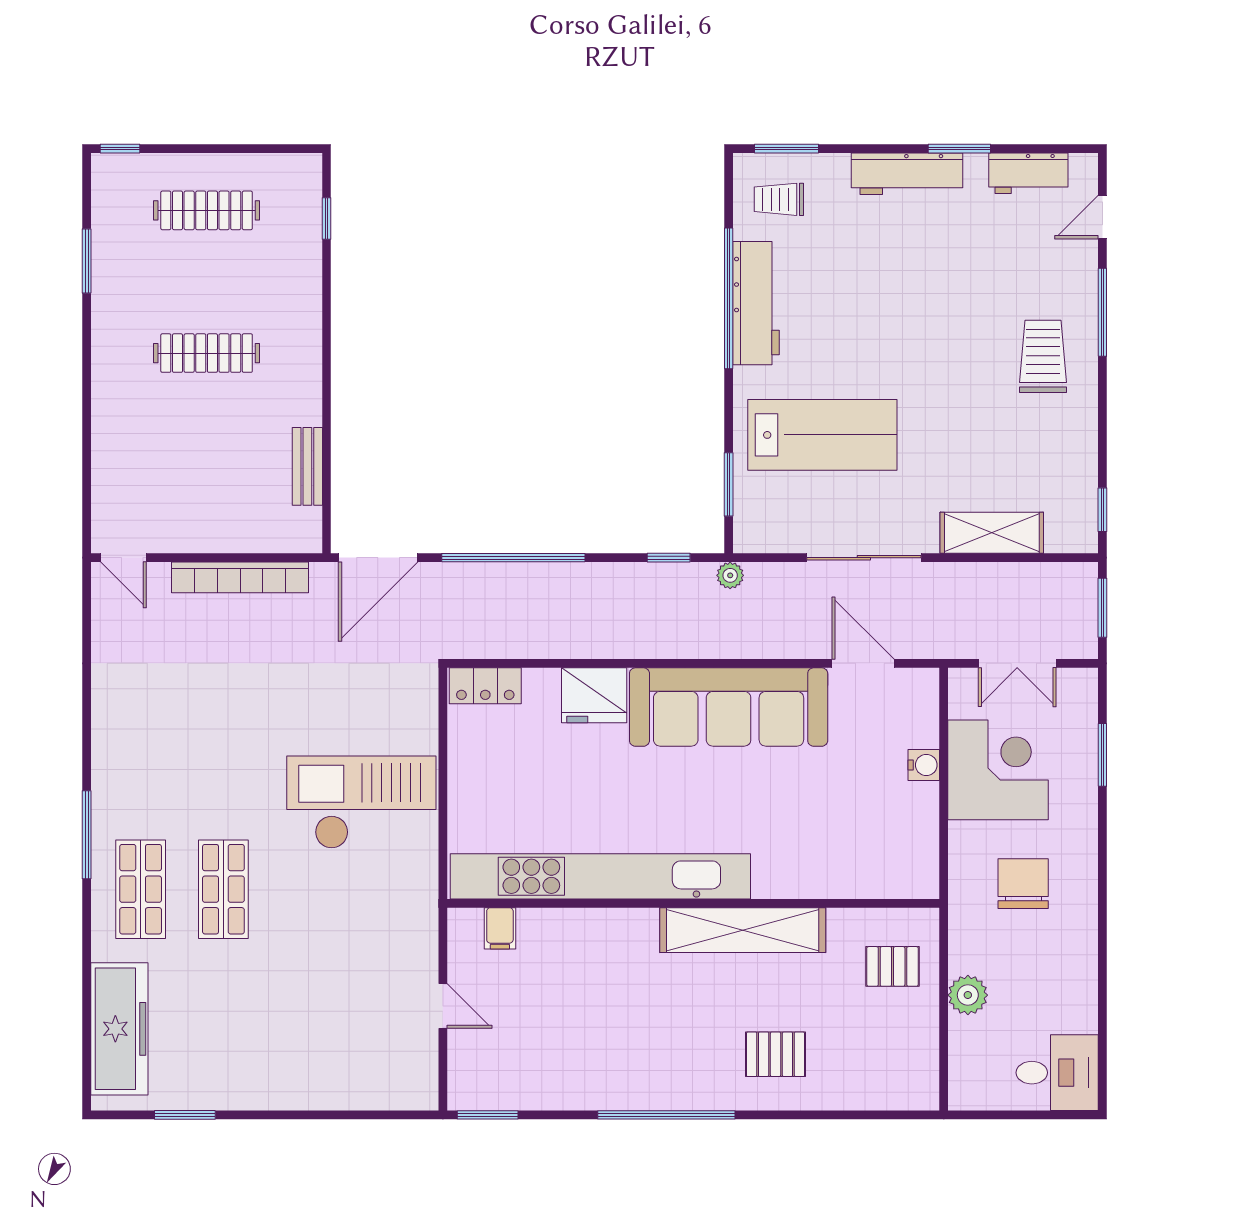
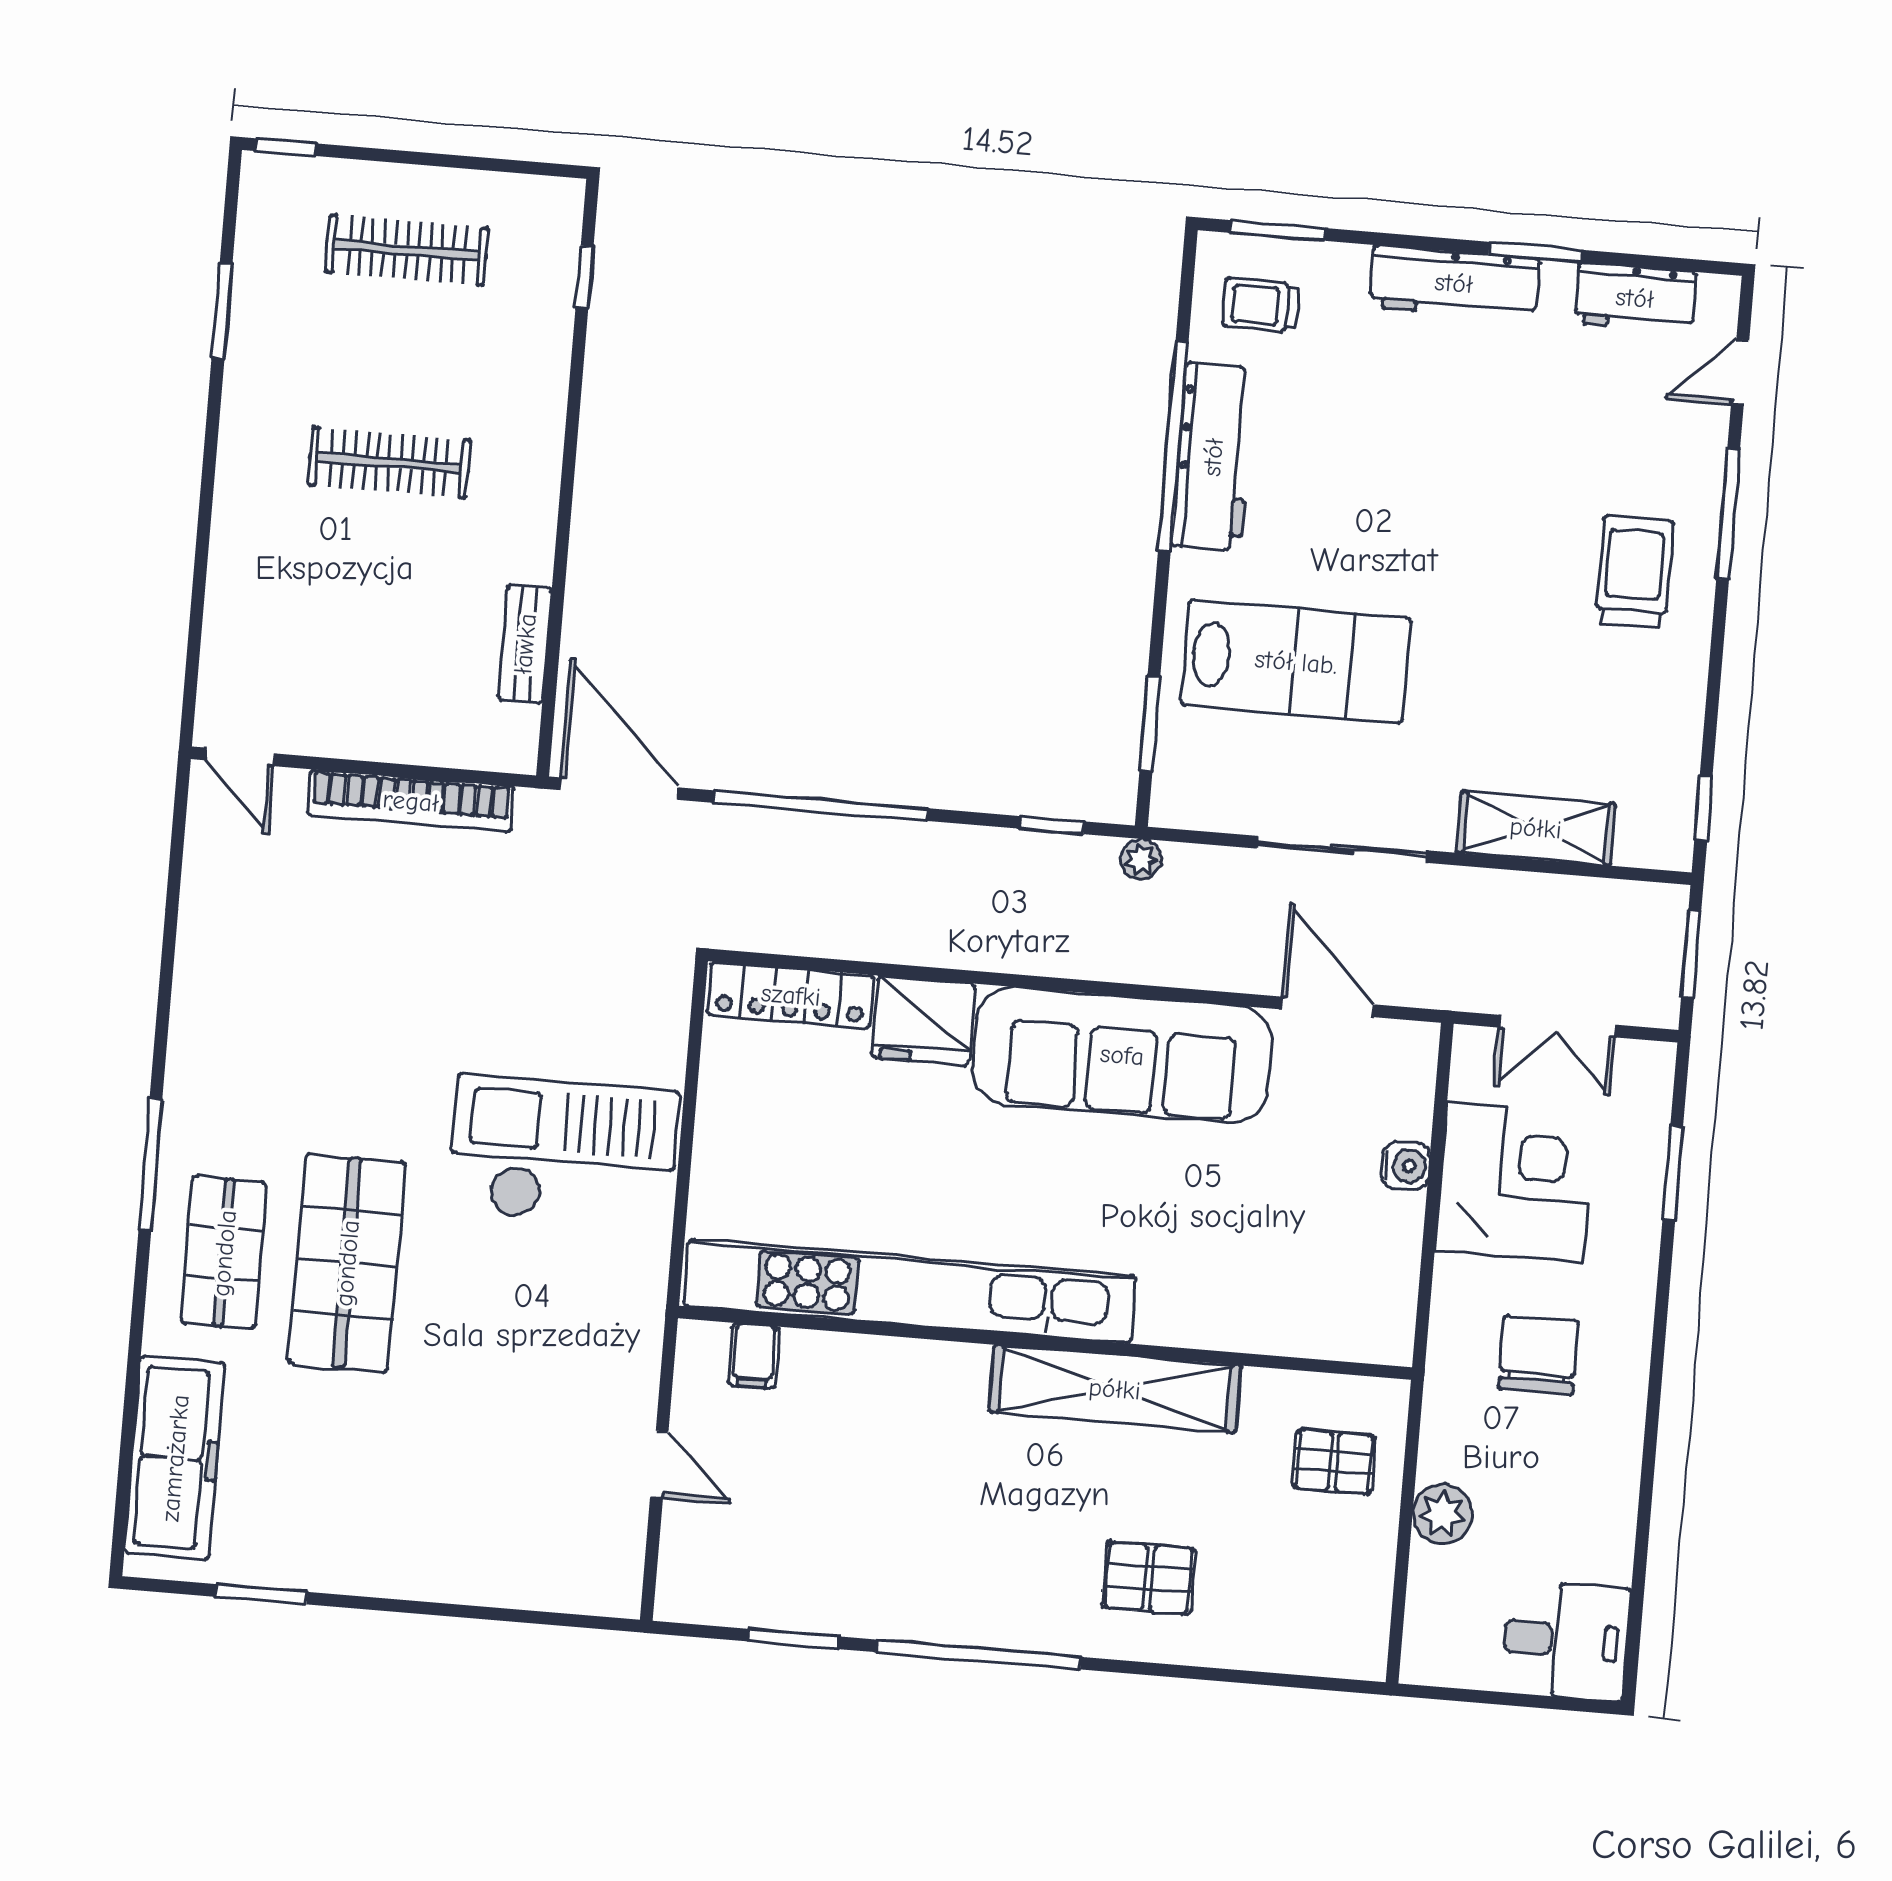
door: (378, 558) -> (619, 789), swing flipped
locker: (485, 686) -> (791, 995), width x1.53
shop shelf: (223, 889) -> (347, 1263), width x1.43, depth x1.36
window: (488, 1115) -> (793, 1639), moved

